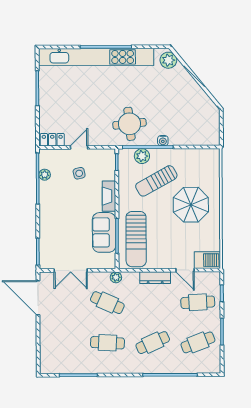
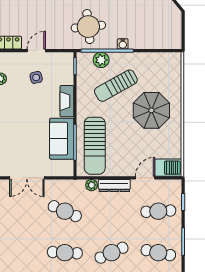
door: (185, 270) -> (145, 178), swing flipped
plant: (116, 277) -> (92, 185), moved
cafe table: (198, 342) -> (158, 253), turned 33

